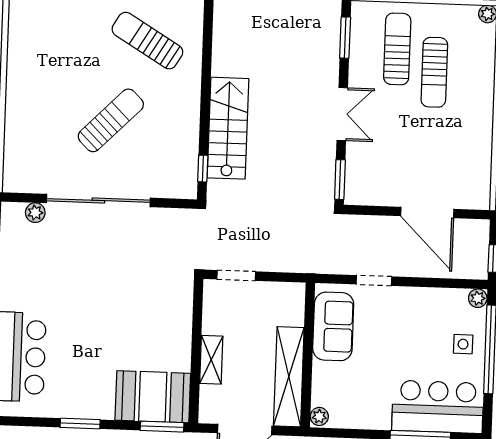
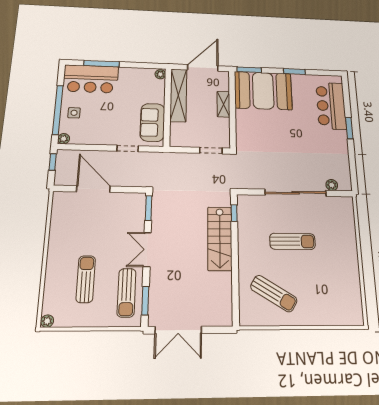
sun lounger: (397, 49) -> (127, 293), moved
sun lounger: (111, 120) -> (292, 241), turned -135
booth: (153, 397) -> (263, 91), width x1.36, depth x1.42

